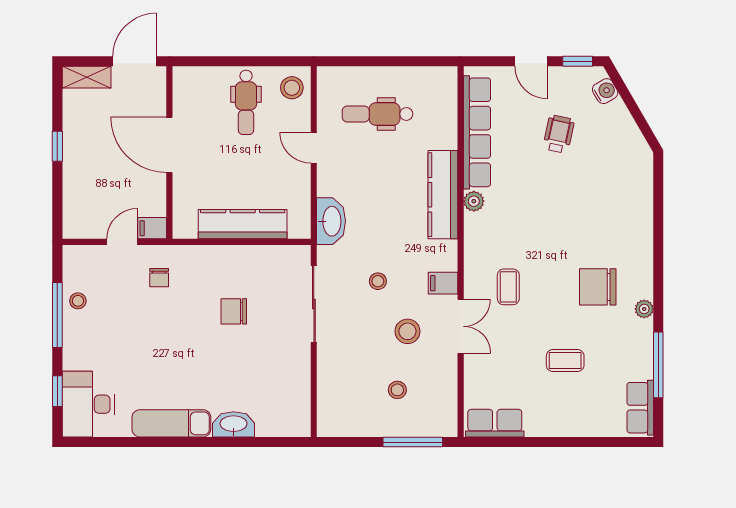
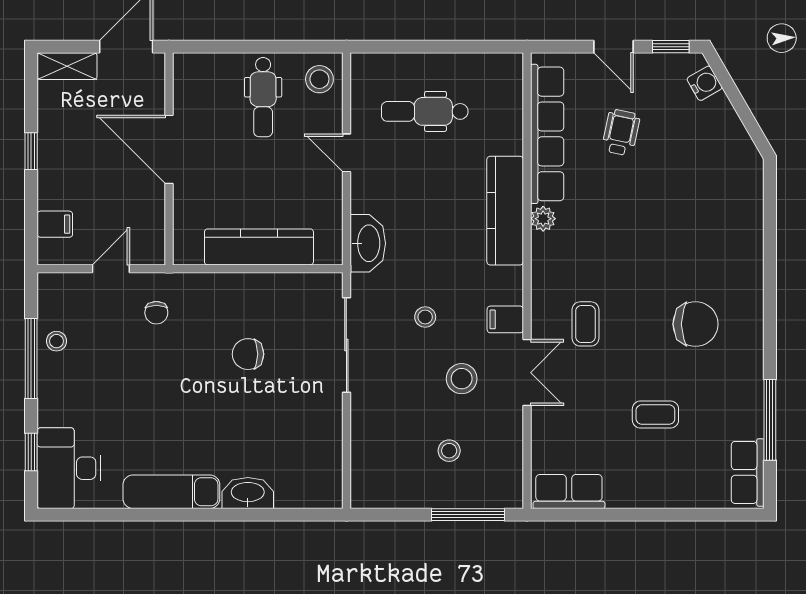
wheelchair: (559, 134) -> (621, 132), moved
filing cabinet: (152, 228) -> (55, 224), moved, turned 180
chair: (598, 287) -> (695, 324), turned 180
plant: (644, 309) -> (753, 351), removed

